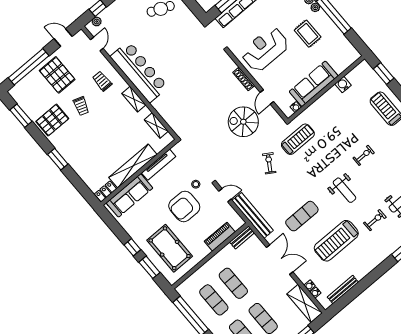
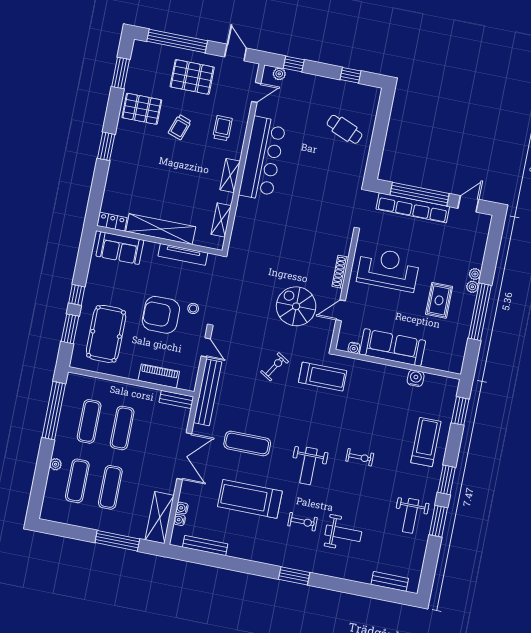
pallet: (57, 75) -> (192, 77), turned 90
sofa: (130, 195) -> (120, 248), width x0.73

